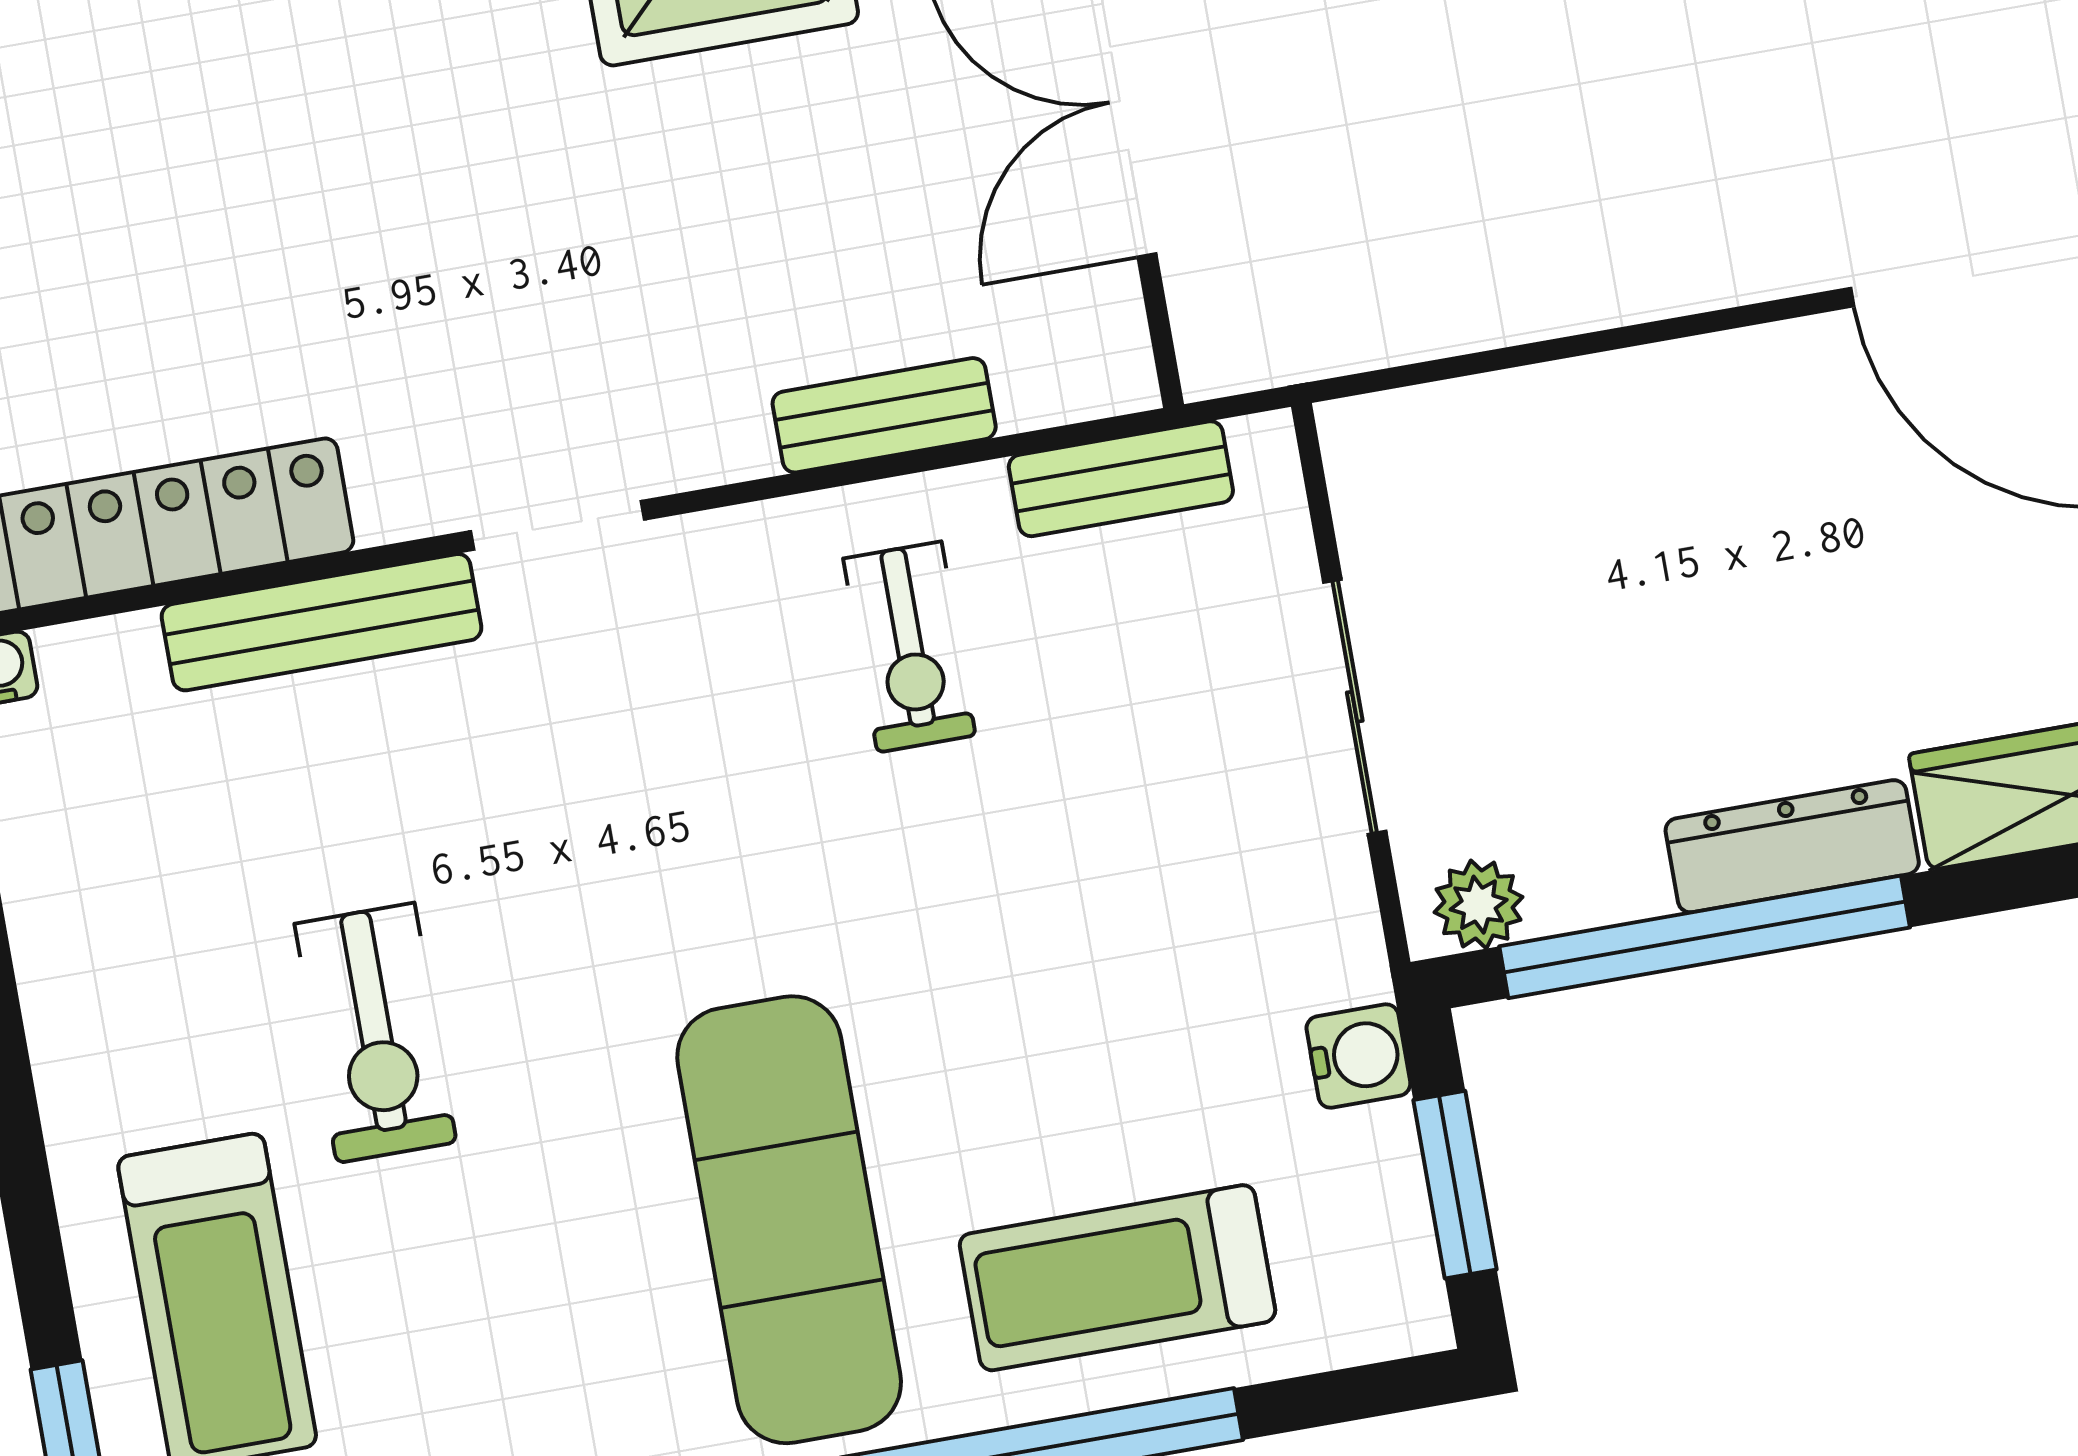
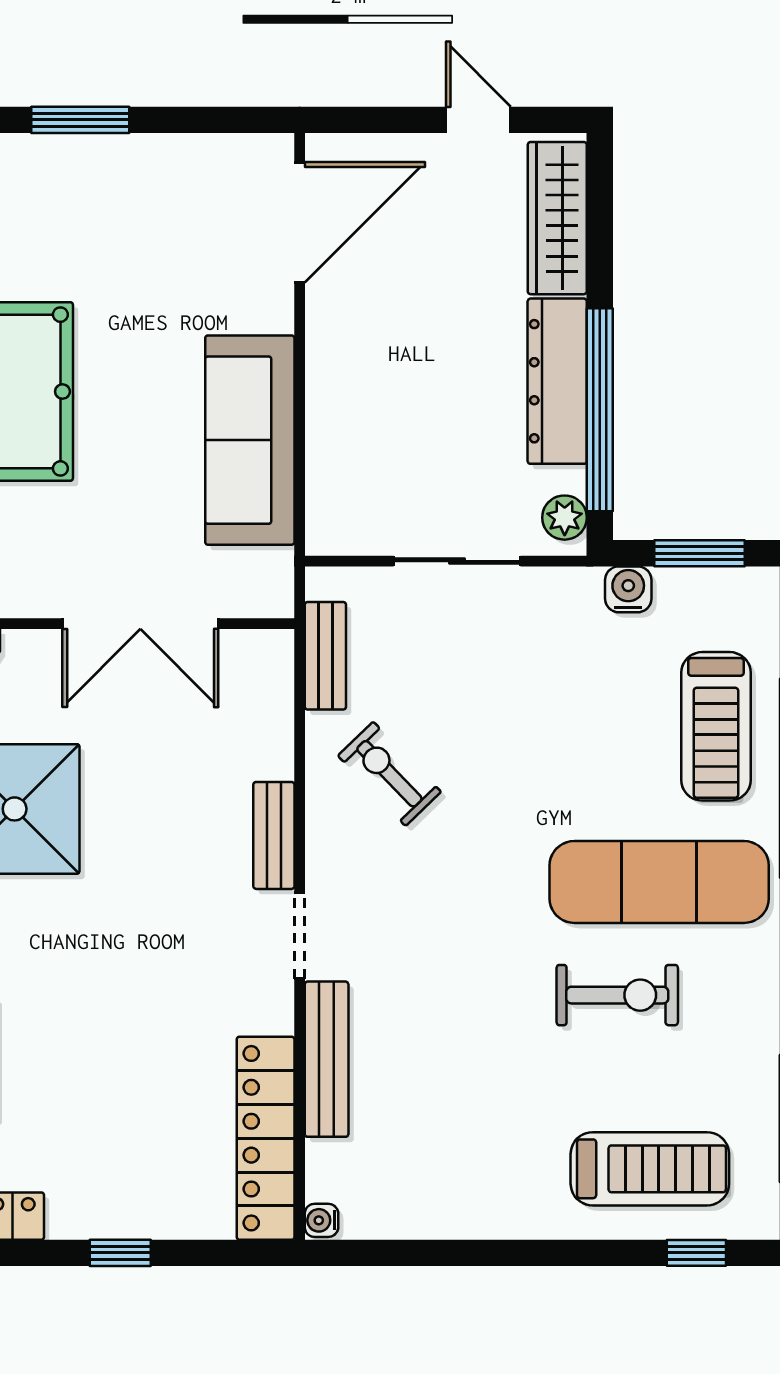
sofa: (1522, 254) -> (250, 440), added
bench: (884, 415) -> (274, 835), moved
exercise bike: (909, 647) -> (389, 774), turned -134
dresser: (1792, 846) -> (557, 381), width x1.37, depth x1.24
exercise bike: (376, 1033) -> (617, 995), moved

